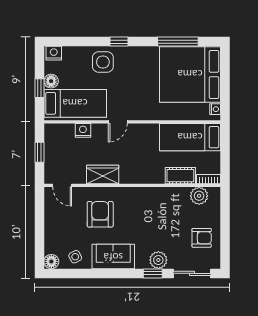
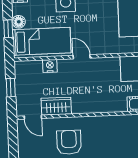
door: (118, 122) -> (82, 57), swing flipped
wardrobe: (103, 174) -> (56, 106), moved

